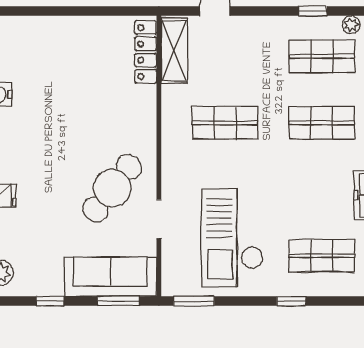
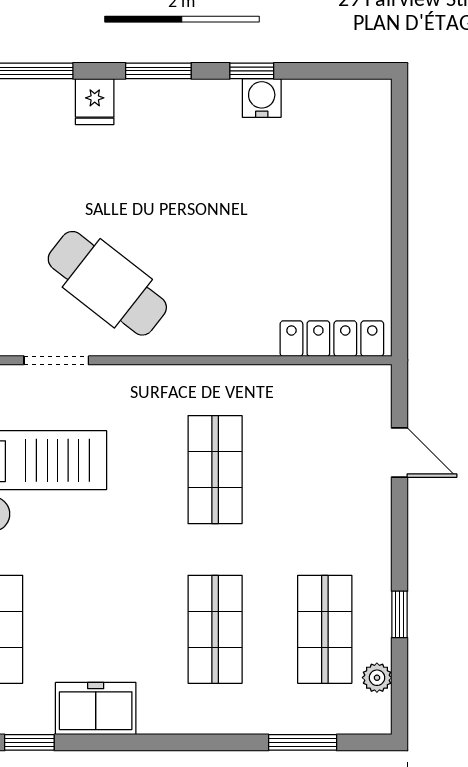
shelving: (174, 51) -> (334, 386), removed

